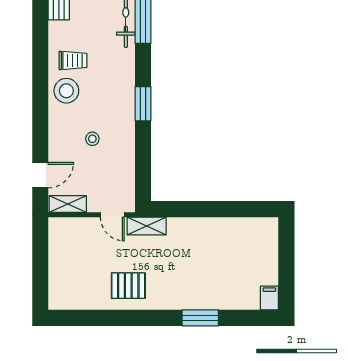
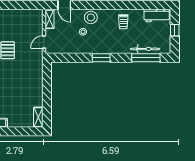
stool: (66, 91) -> (91, 17), moved
shelving: (147, 226) -> (38, 117), moved

